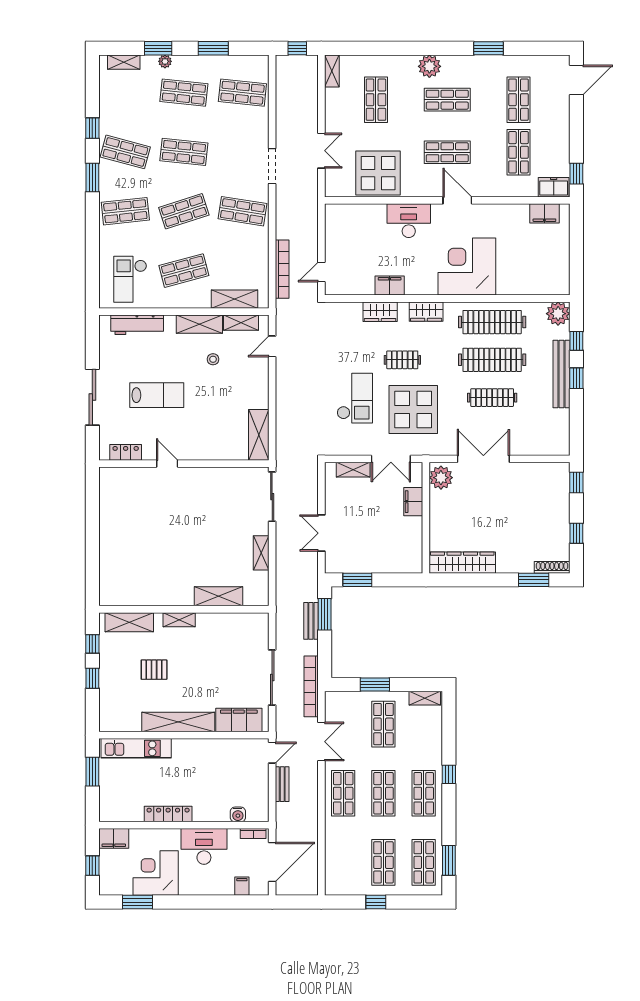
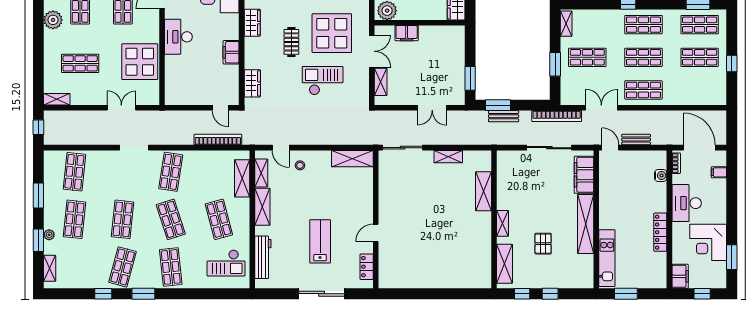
wardrobe: (380, 312) -> (252, 83), moved
stool: (213, 359) -> (300, 165), moved

